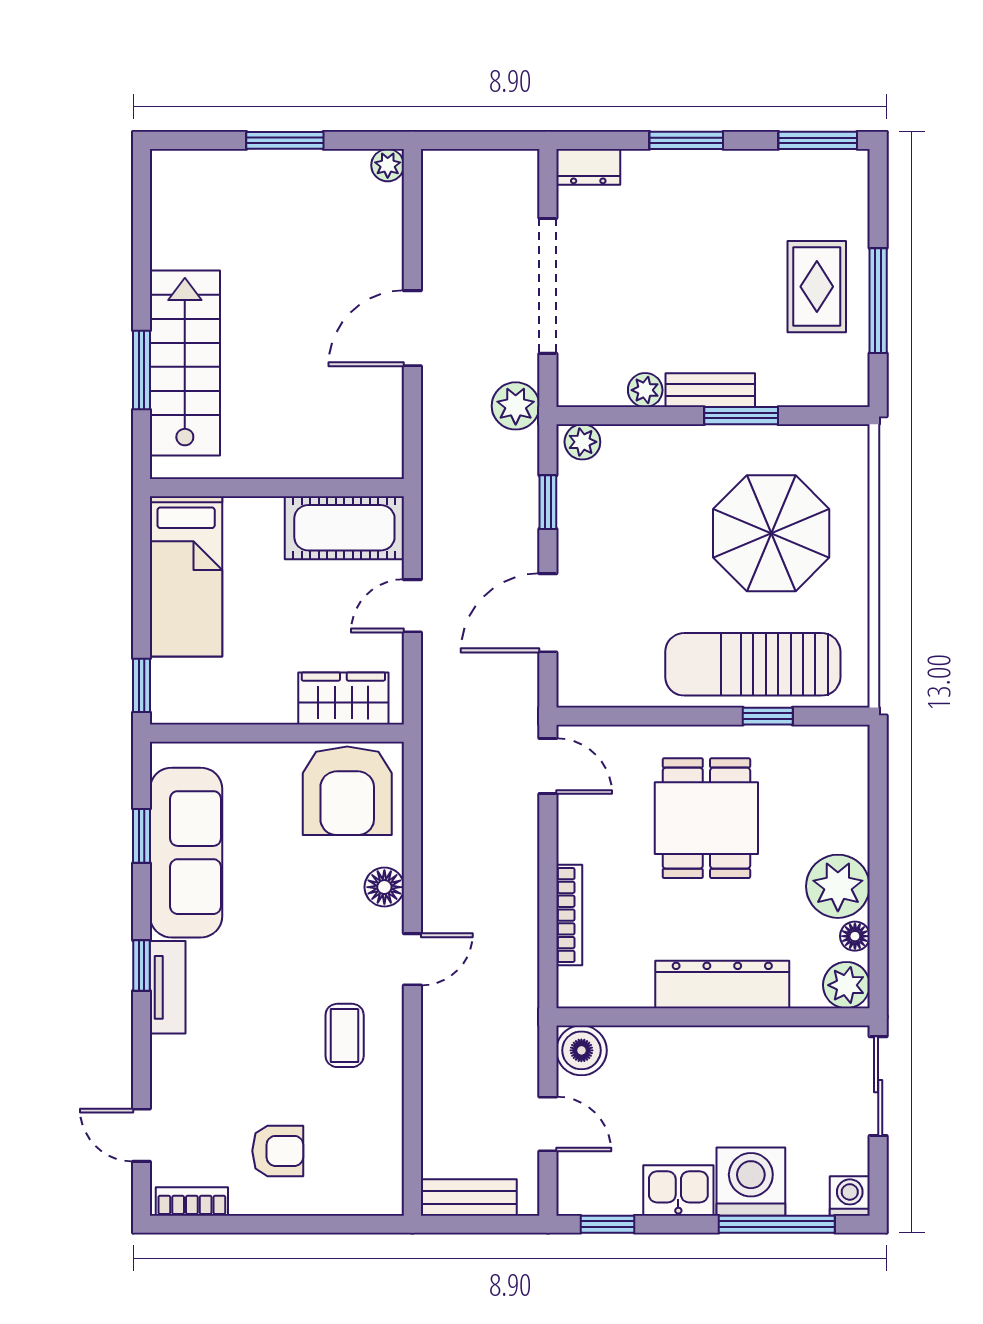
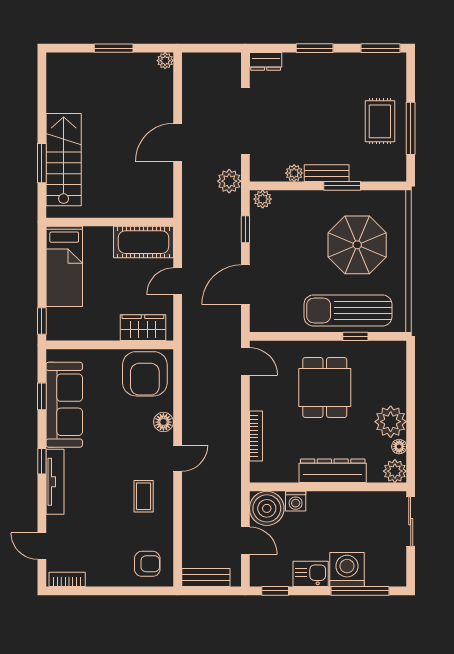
tv unit: (168, 987) -> (55, 482), width x1.41
boiler: (581, 1050) -> (267, 508), width x1.37, depth x1.37
armchair: (278, 1151) -> (147, 564), moved
washing machine: (850, 1196) -> (296, 501), moved, turned 180

